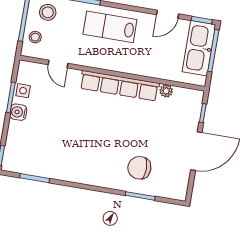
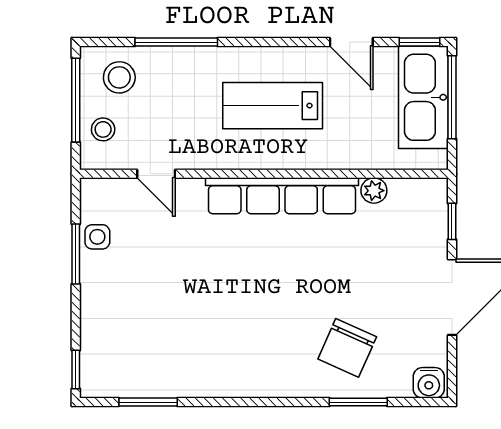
door: (168, 14) -> (351, 42), hinge flipped
lab bench: (110, 27) -> (273, 106), moved
water cooler: (18, 112) -> (429, 383), moved, turned -90
chair: (139, 168) -> (347, 348), turned -66

